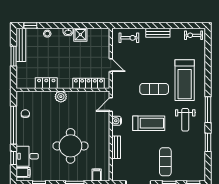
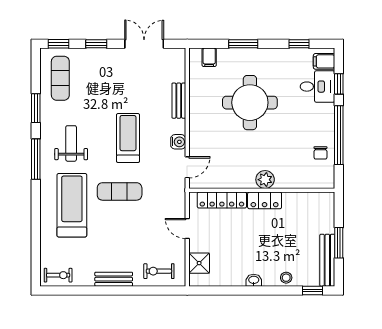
shower: (80, 35) -> (199, 263), moved
locker: (46, 83) -> (265, 200), moved
treadmill: (149, 123) -> (128, 138), turned 90
exercise mat: (165, 162) -> (60, 78), moved

